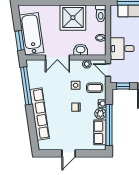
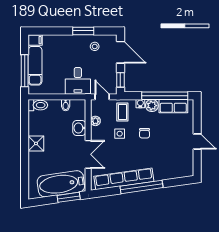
shower: (73, 18) -> (36, 143), width x0.54, depth x0.54
door: (108, 70) -> (102, 97), swing flipped
window: (26, 86) -> (141, 187), moved
row of seats: (40, 114) -> (124, 179), moved

